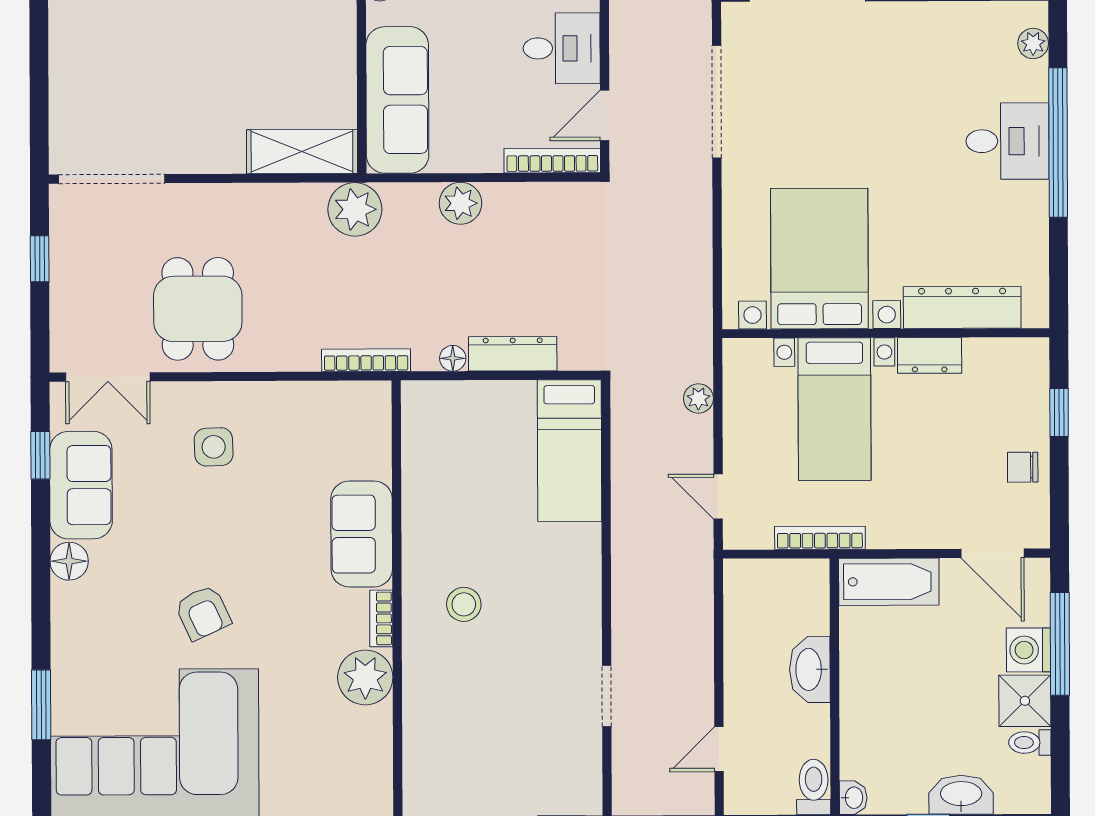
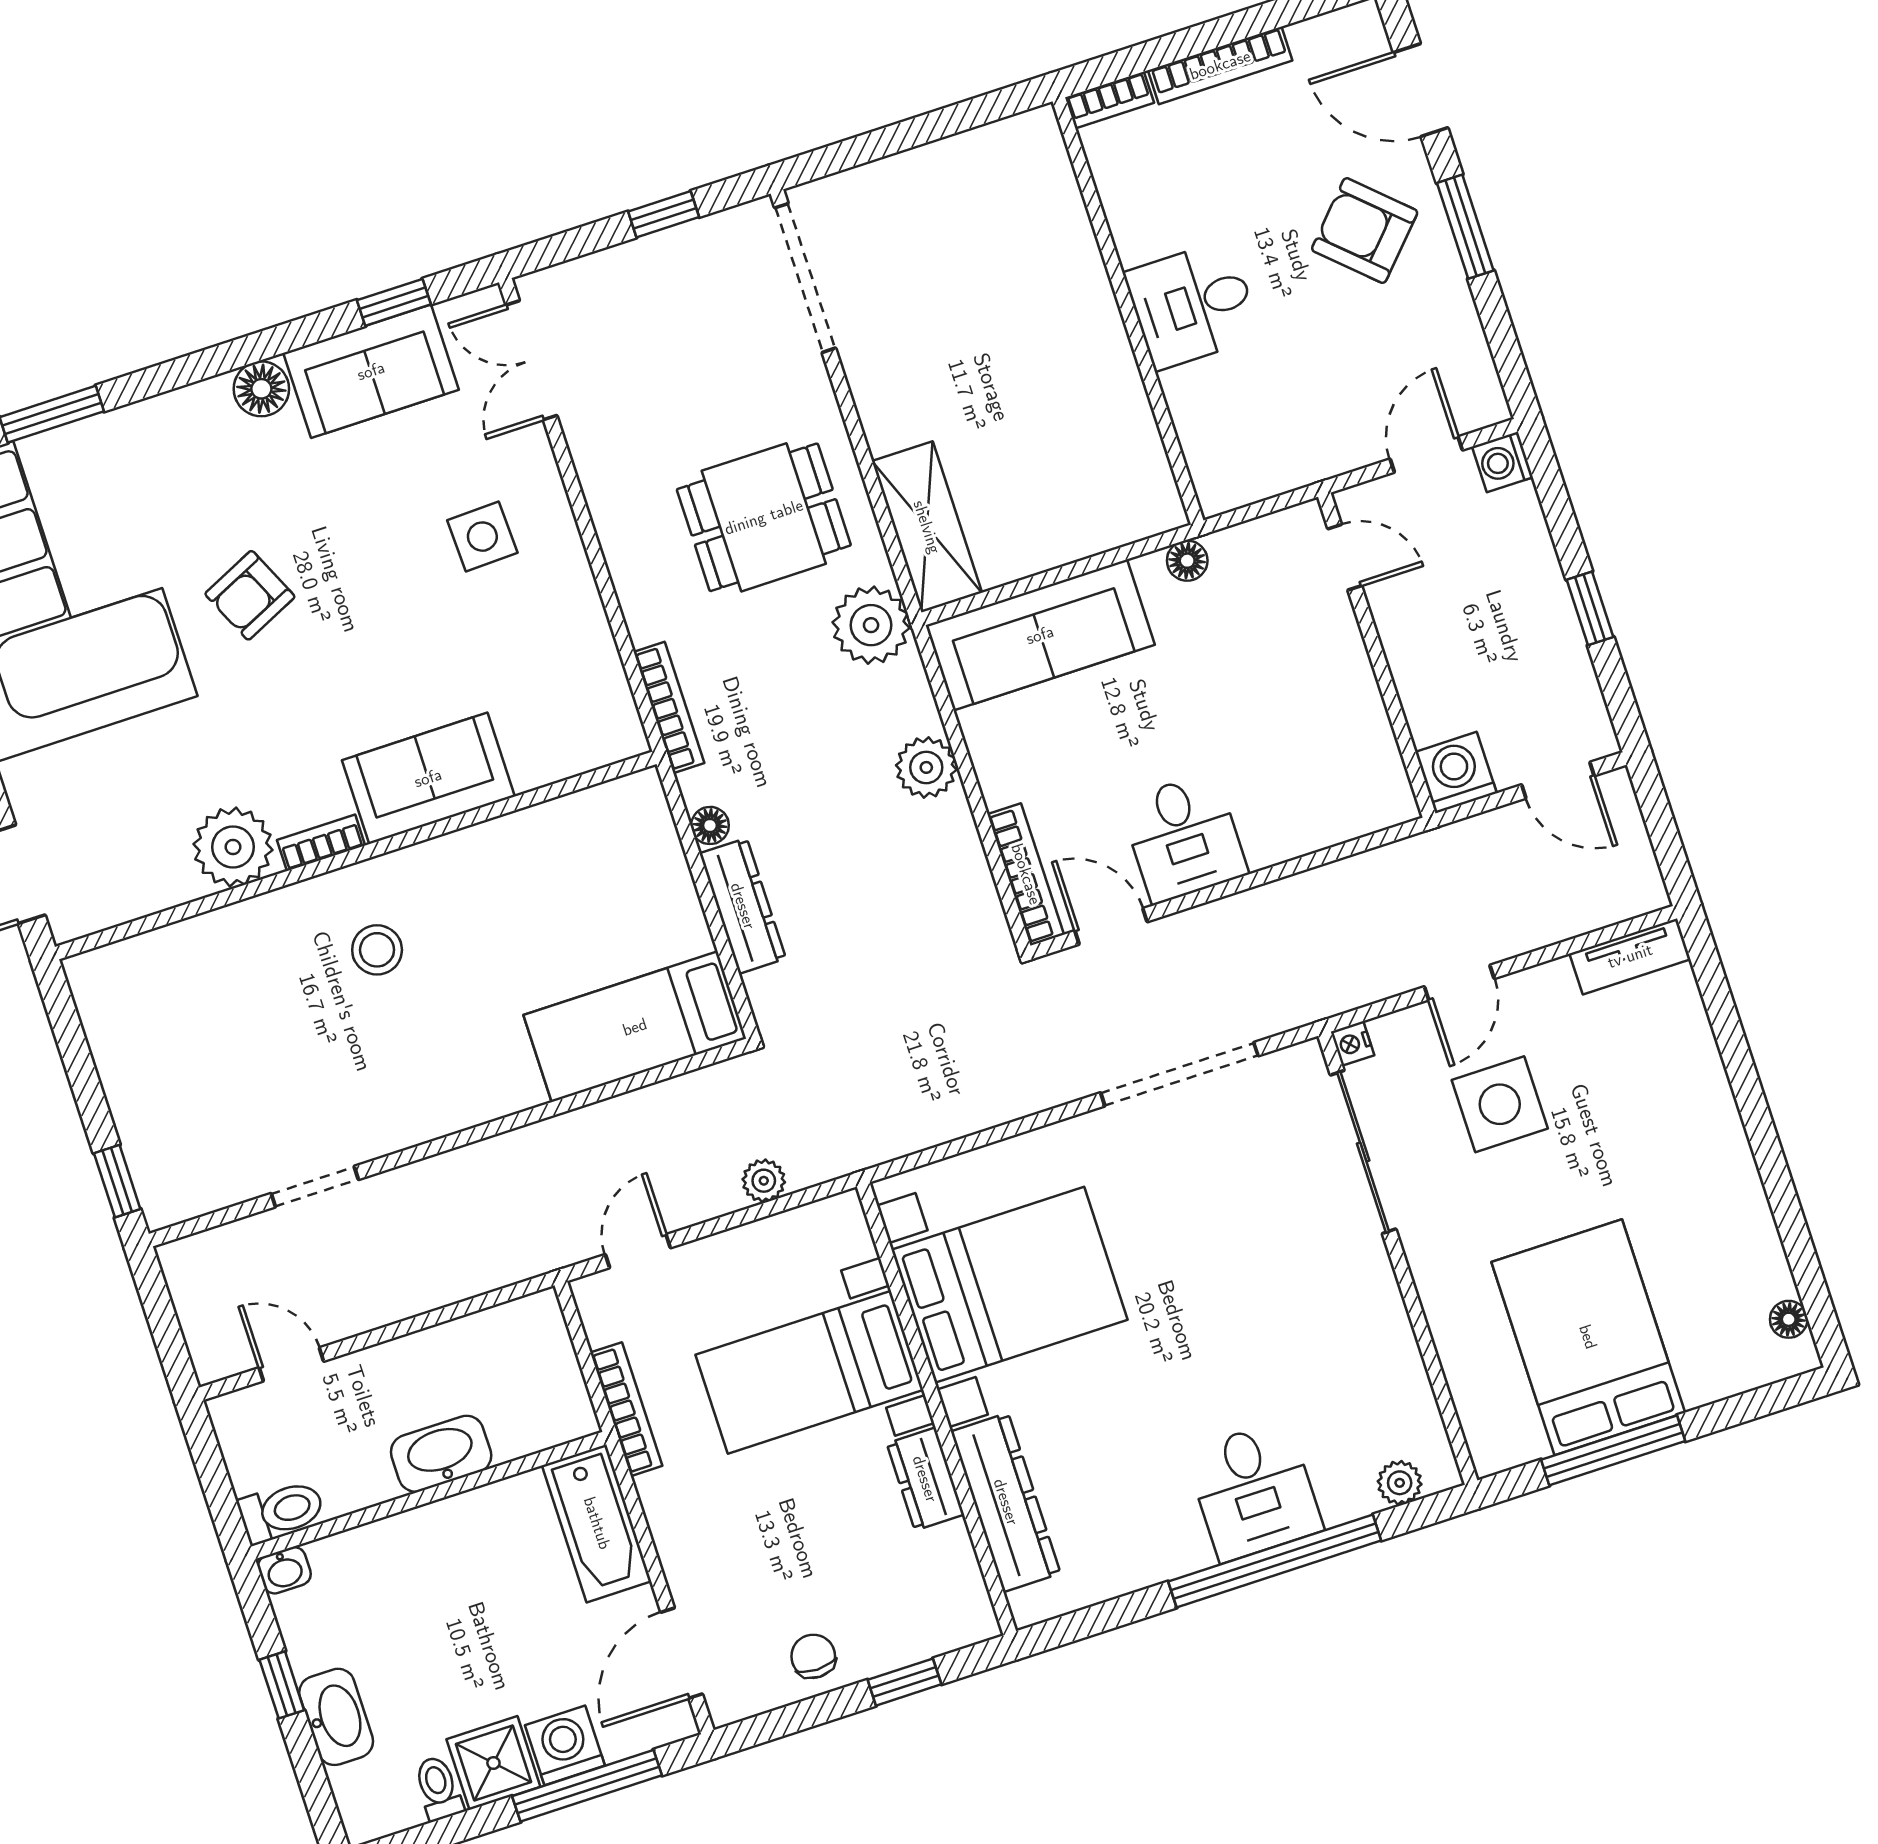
dining table: (198, 309) -> (764, 517), moved

